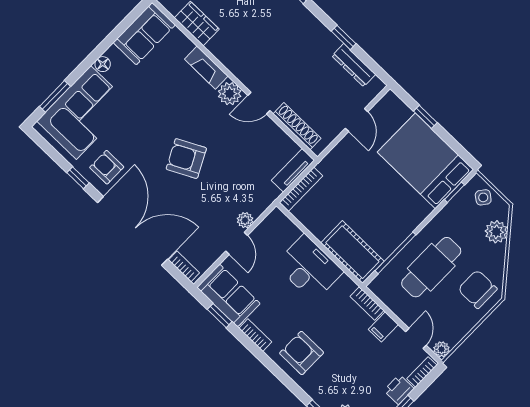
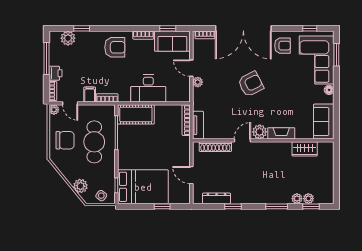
window: (78, 178) -> (310, 28), moved
chair: (478, 289) -> (65, 140), moved

